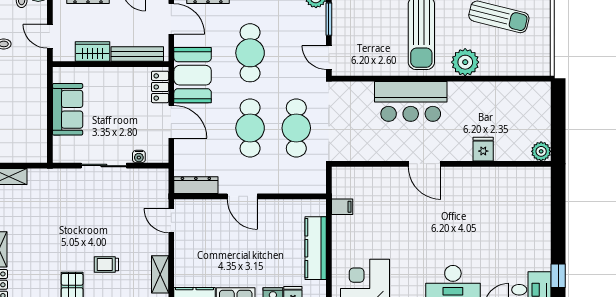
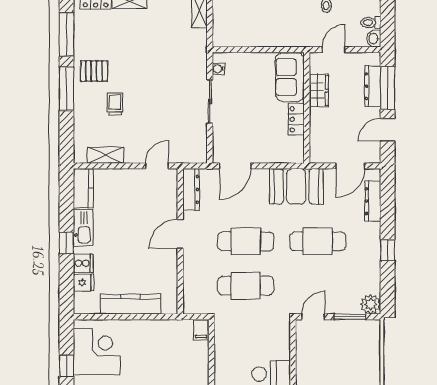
bench: (137, 54) -> (316, 133), removed
locker: (160, 87) -> (296, 119), moved, turned -90
sofa: (68, 109) -> (290, 77), moved, turned 90
door: (171, 122) -> (235, 166), moved
water cooler: (139, 157) -> (218, 69), moved
filing cabinet: (342, 207) -> (201, 330), moved

